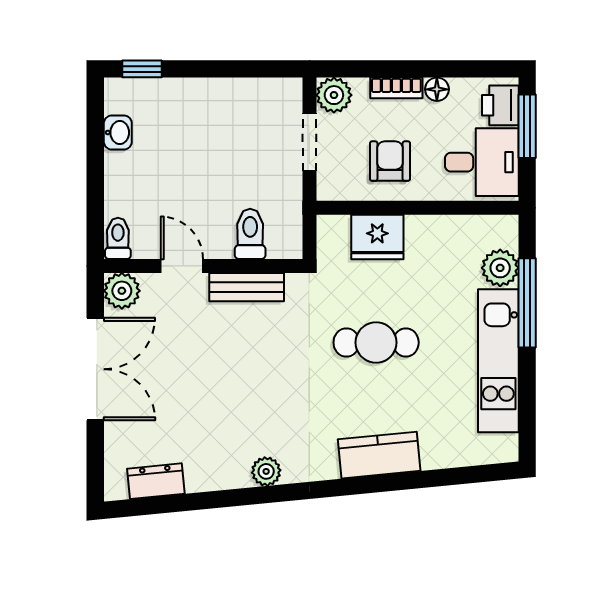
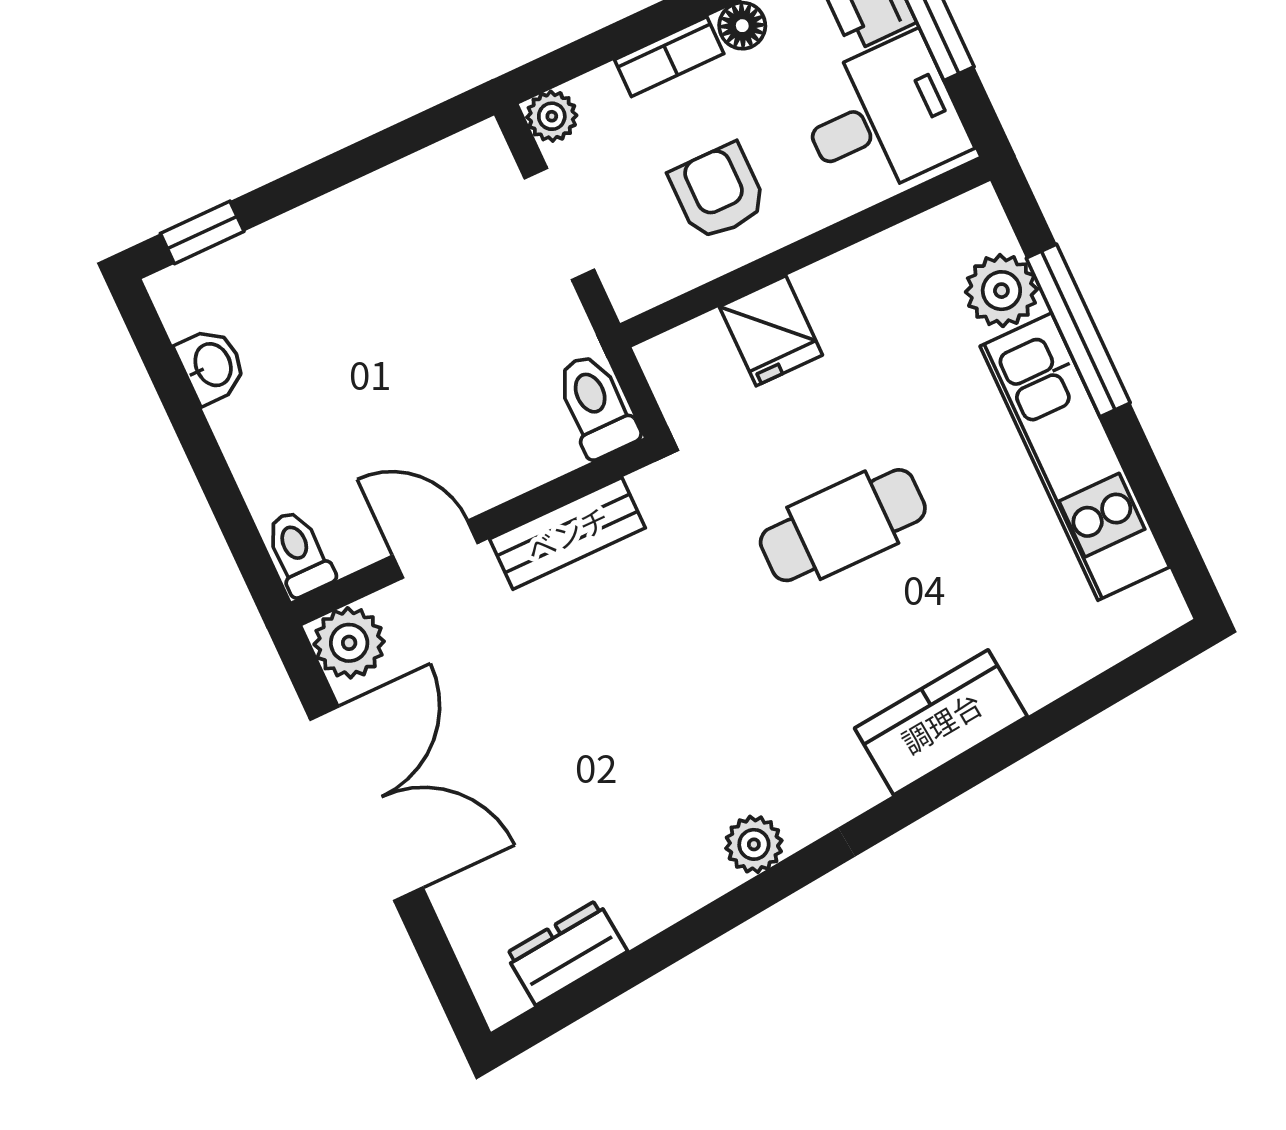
plant: (334, 95) -> (552, 116), width x0.73, depth x0.73
toilet: (250, 234) -> (596, 406), moved
fridge: (377, 237) -> (771, 331), width x0.72

